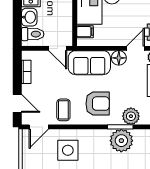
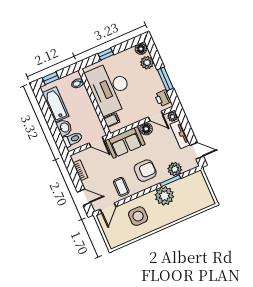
door: (135, 48) -> (156, 116), swing flipped
plant: (121, 141) -> (164, 196), moved

